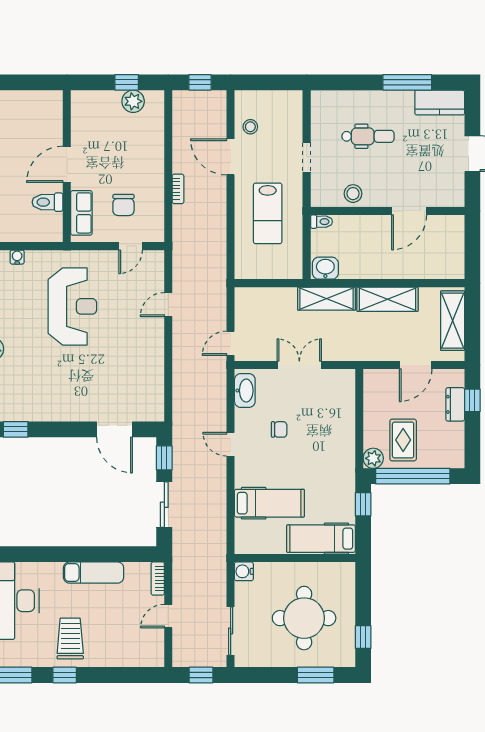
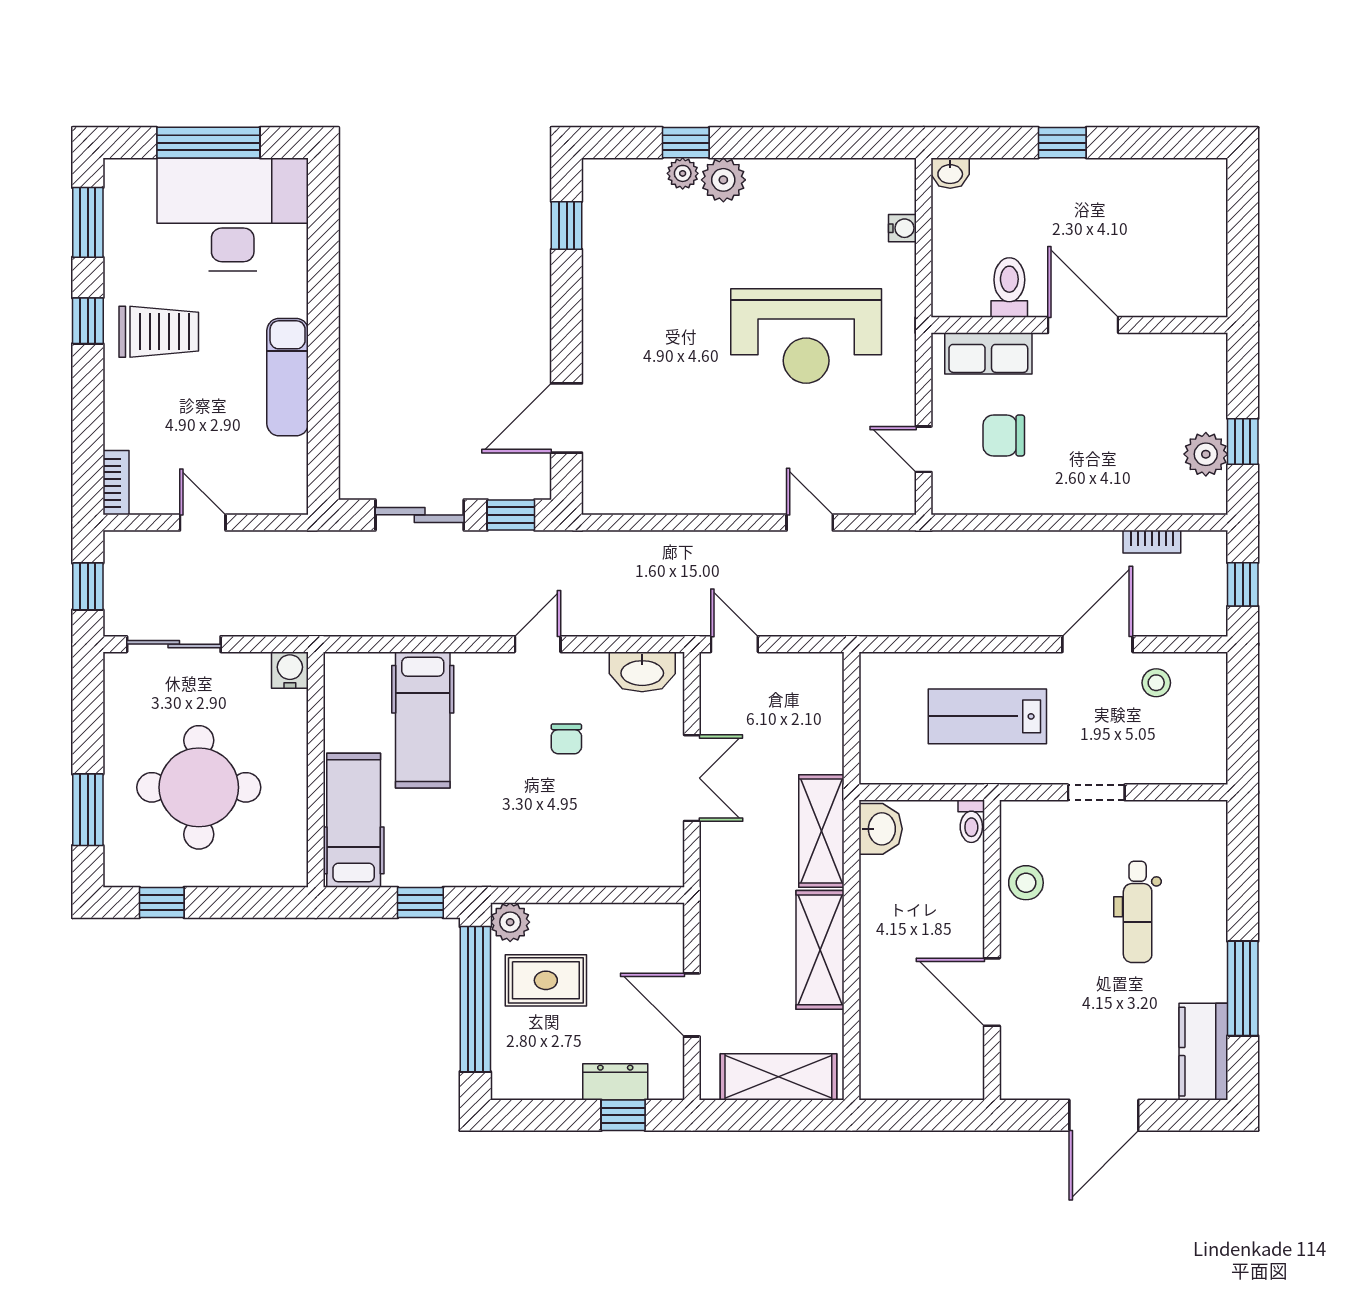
bookcase: (178, 189) -> (1152, 542), moved
bookcase: (158, 579) -> (116, 483), moved, turned 90

